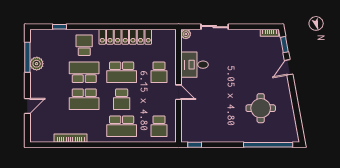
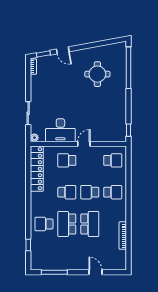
locker: (125, 37) -> (37, 169), moved
plant: (37, 64) -> (60, 264), removed
desk: (195, 65) -> (60, 130), width x1.37
school desk: (122, 72) -> (67, 192), width x0.54
school desk: (159, 72) -> (67, 160), turned 180
school desk: (122, 99) -> (90, 192), turned 180
school desk: (122, 126) -> (113, 192), width x0.54

